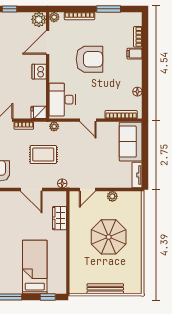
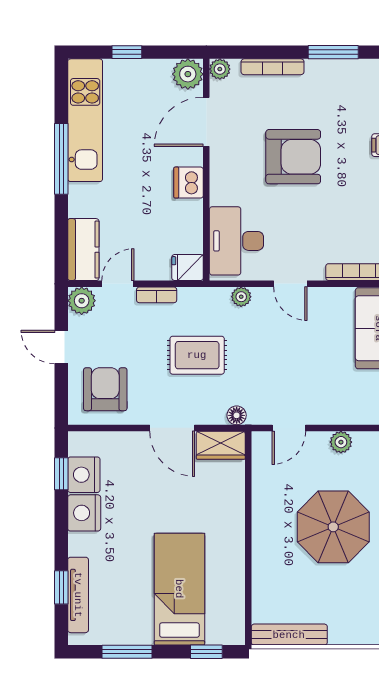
plant: (54, 126) -> (241, 297), moved
wardrobe: (60, 218) -> (221, 445), moved, turned -90
bench: (105, 289) -> (289, 635), moved

